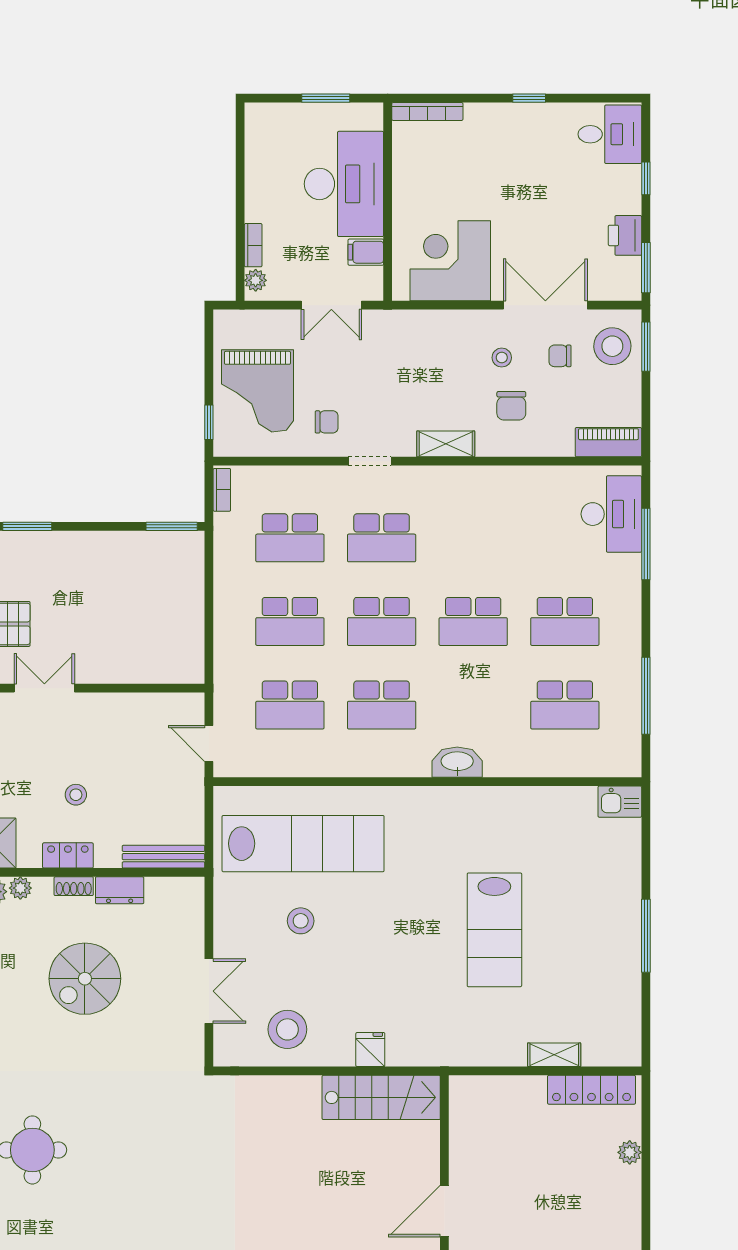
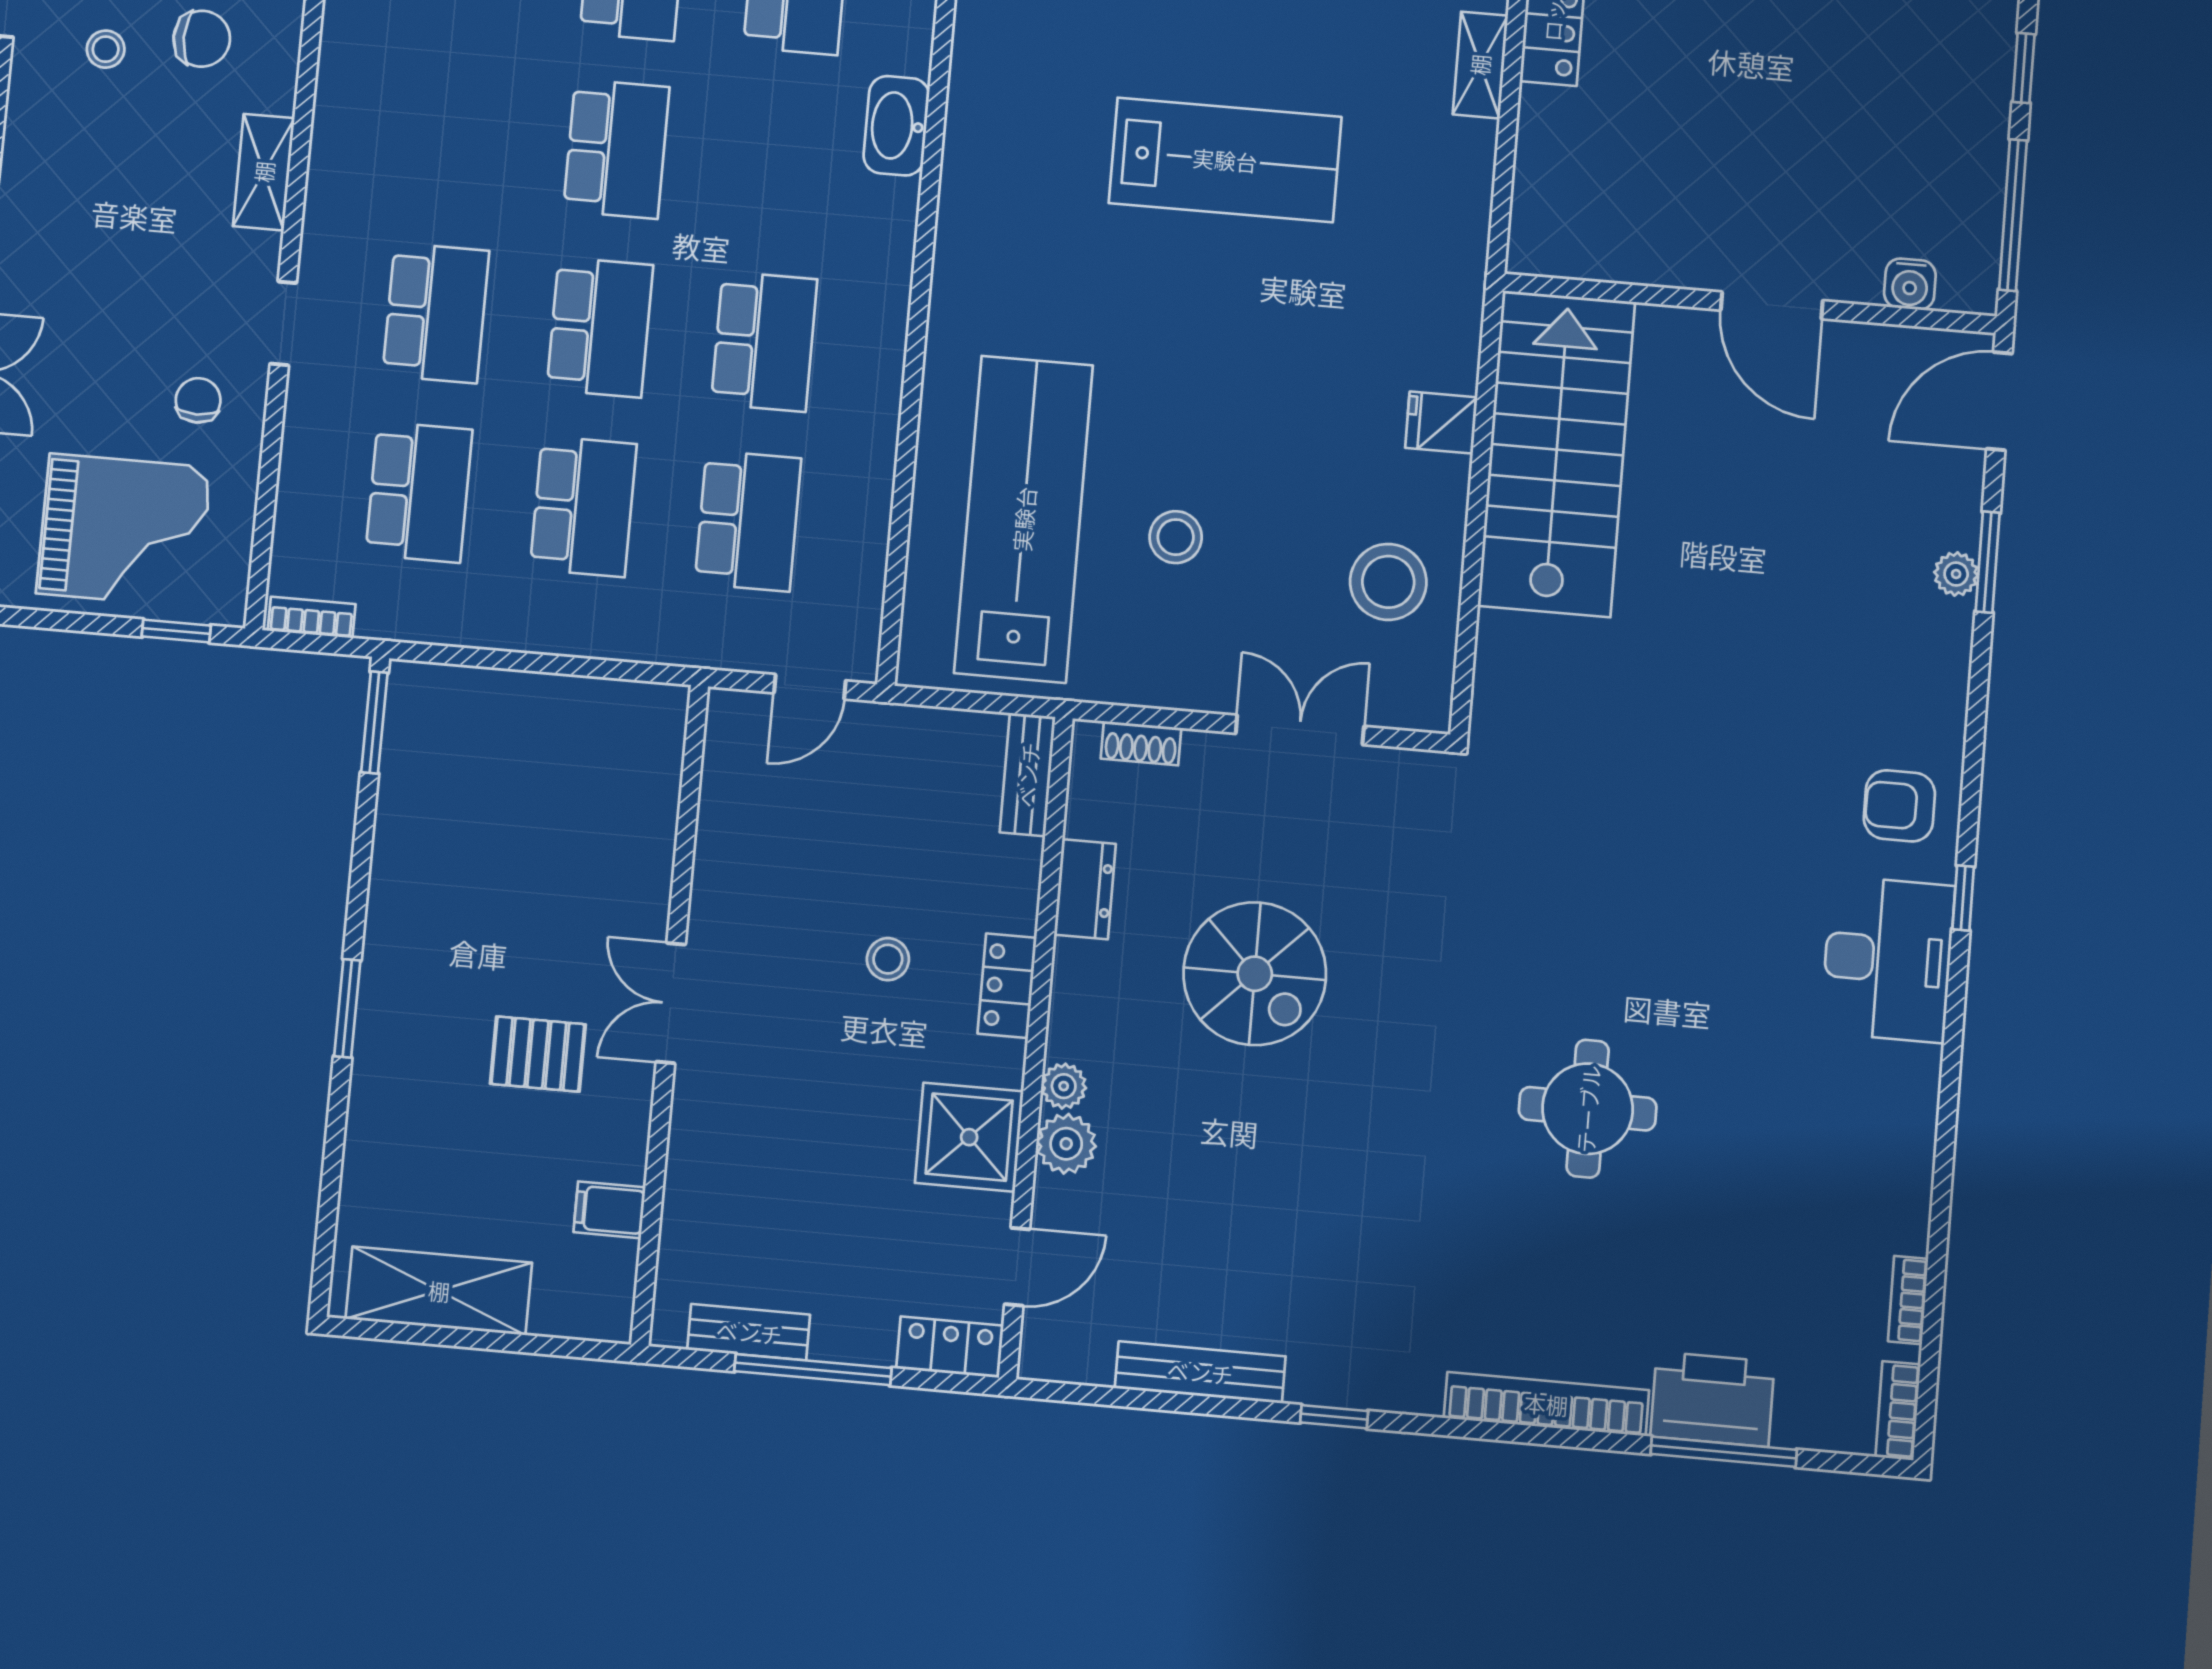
washbasin: (457, 762) -> (896, 126), moved
bench: (164, 857) -> (1028, 775), width x0.73
shoe rack: (74, 886) -> (1141, 743), moved, turned 90
stairs: (381, 1097) -> (1556, 454), width x1.36, depth x1.51

